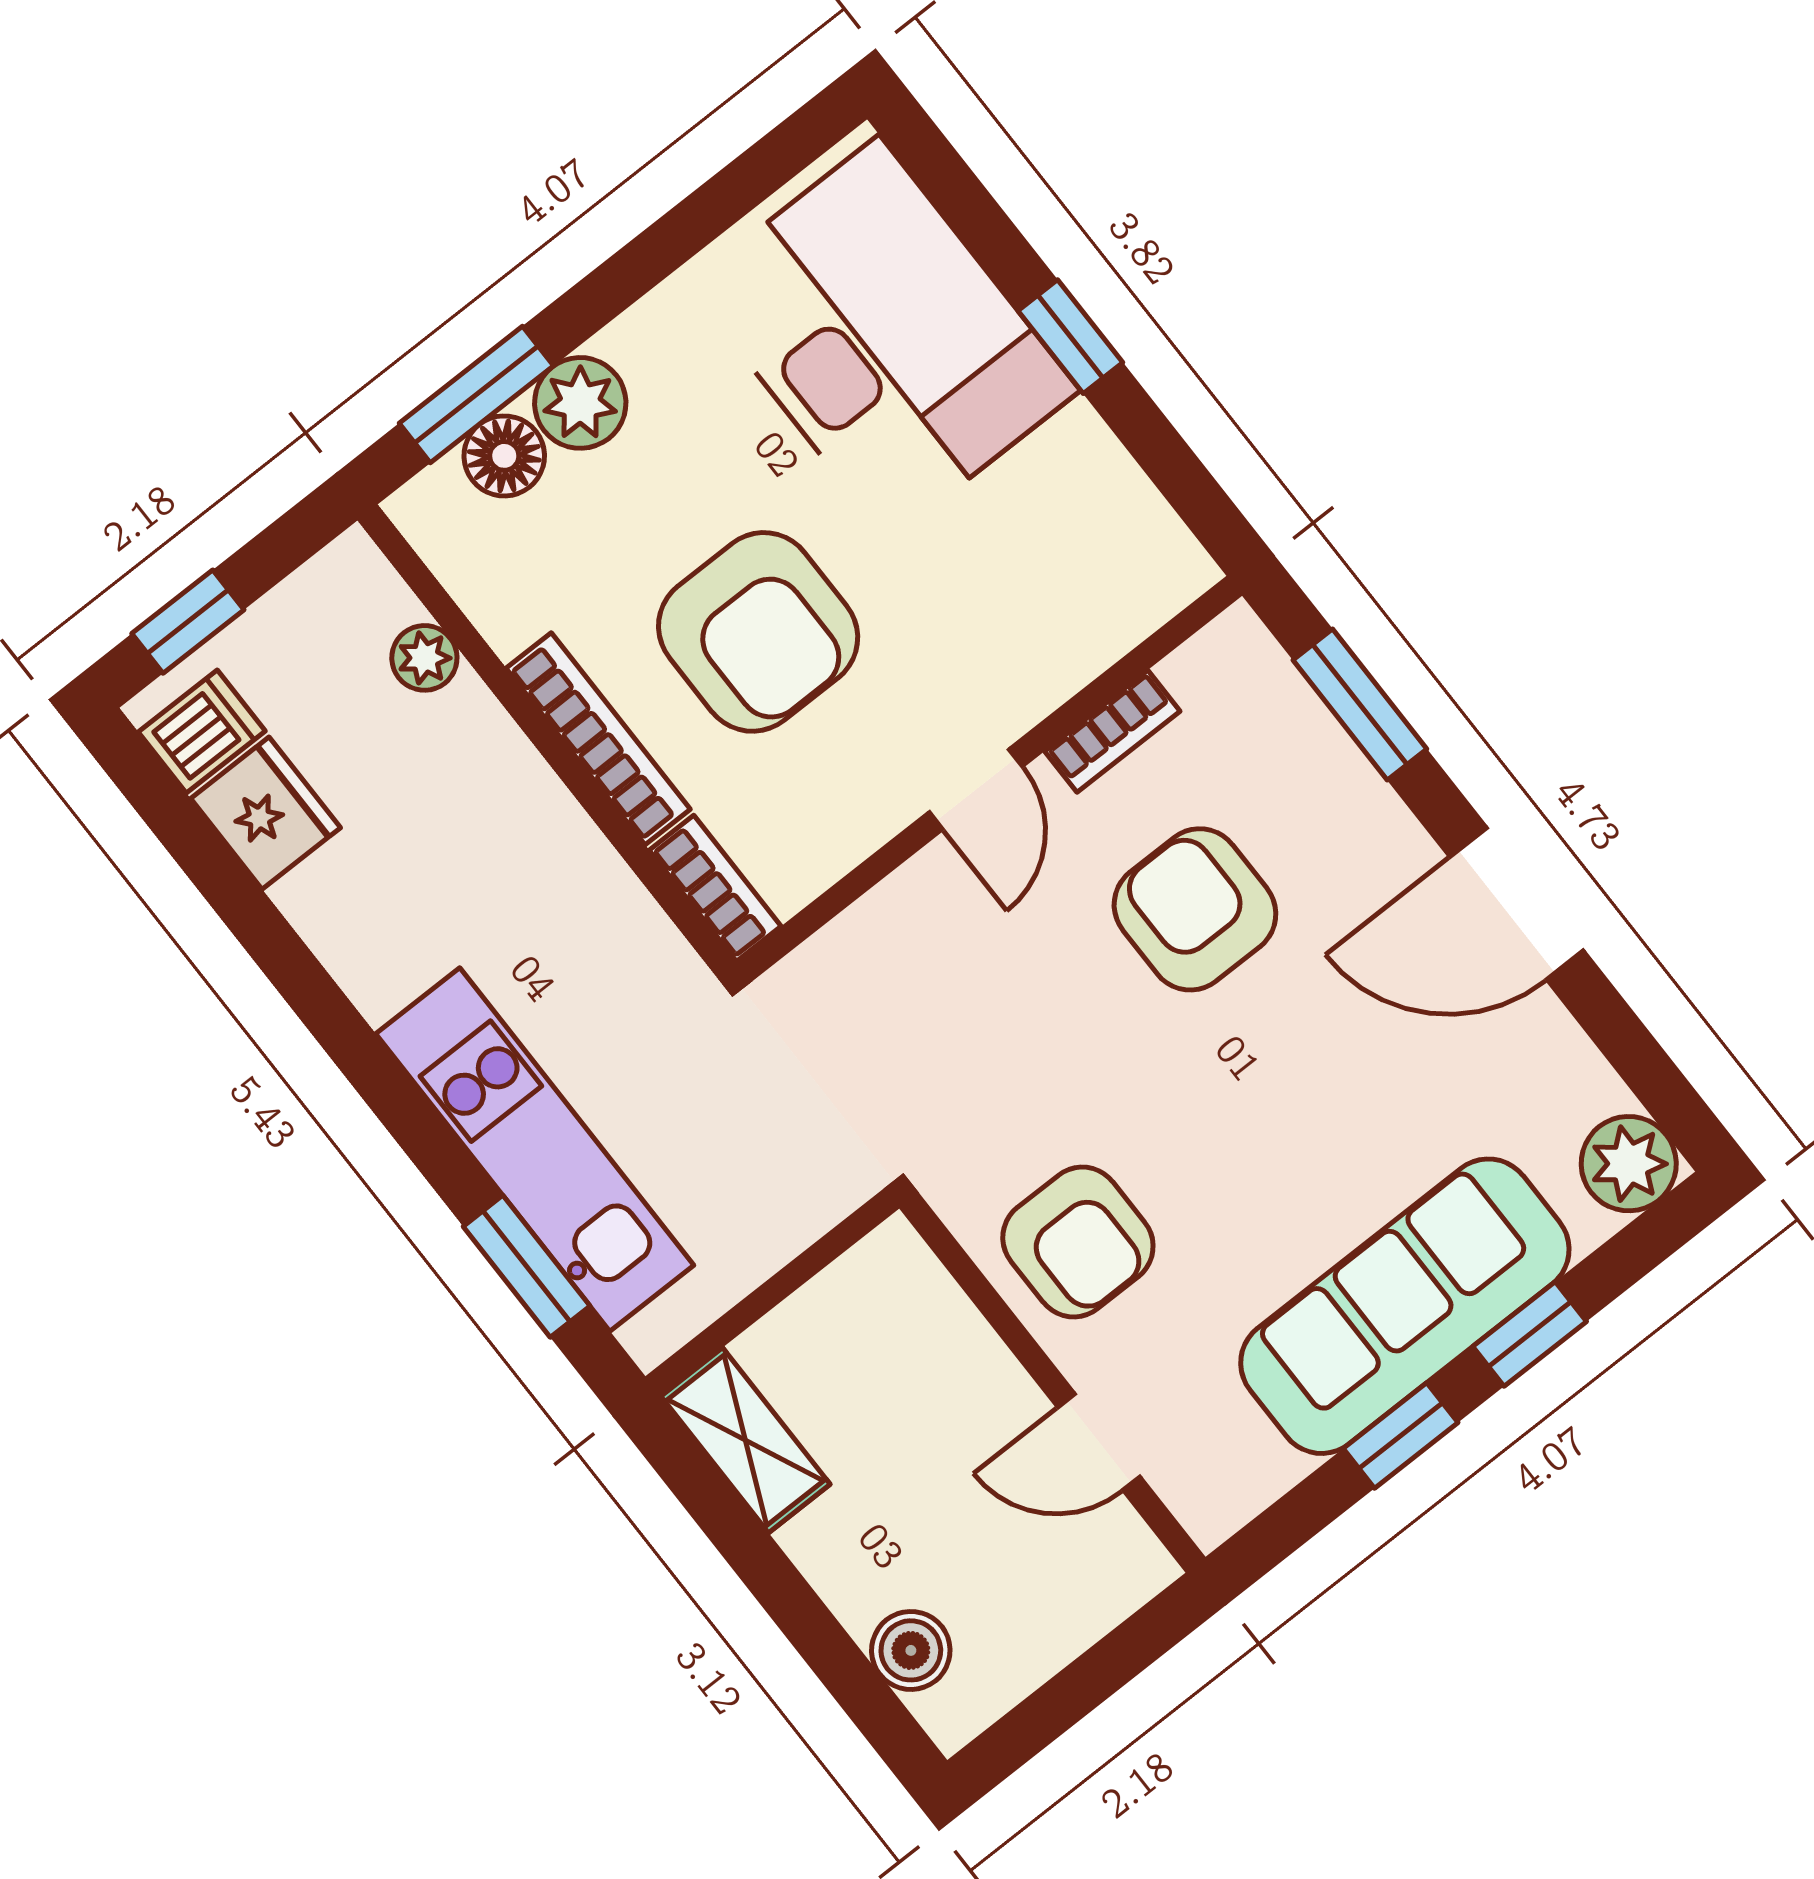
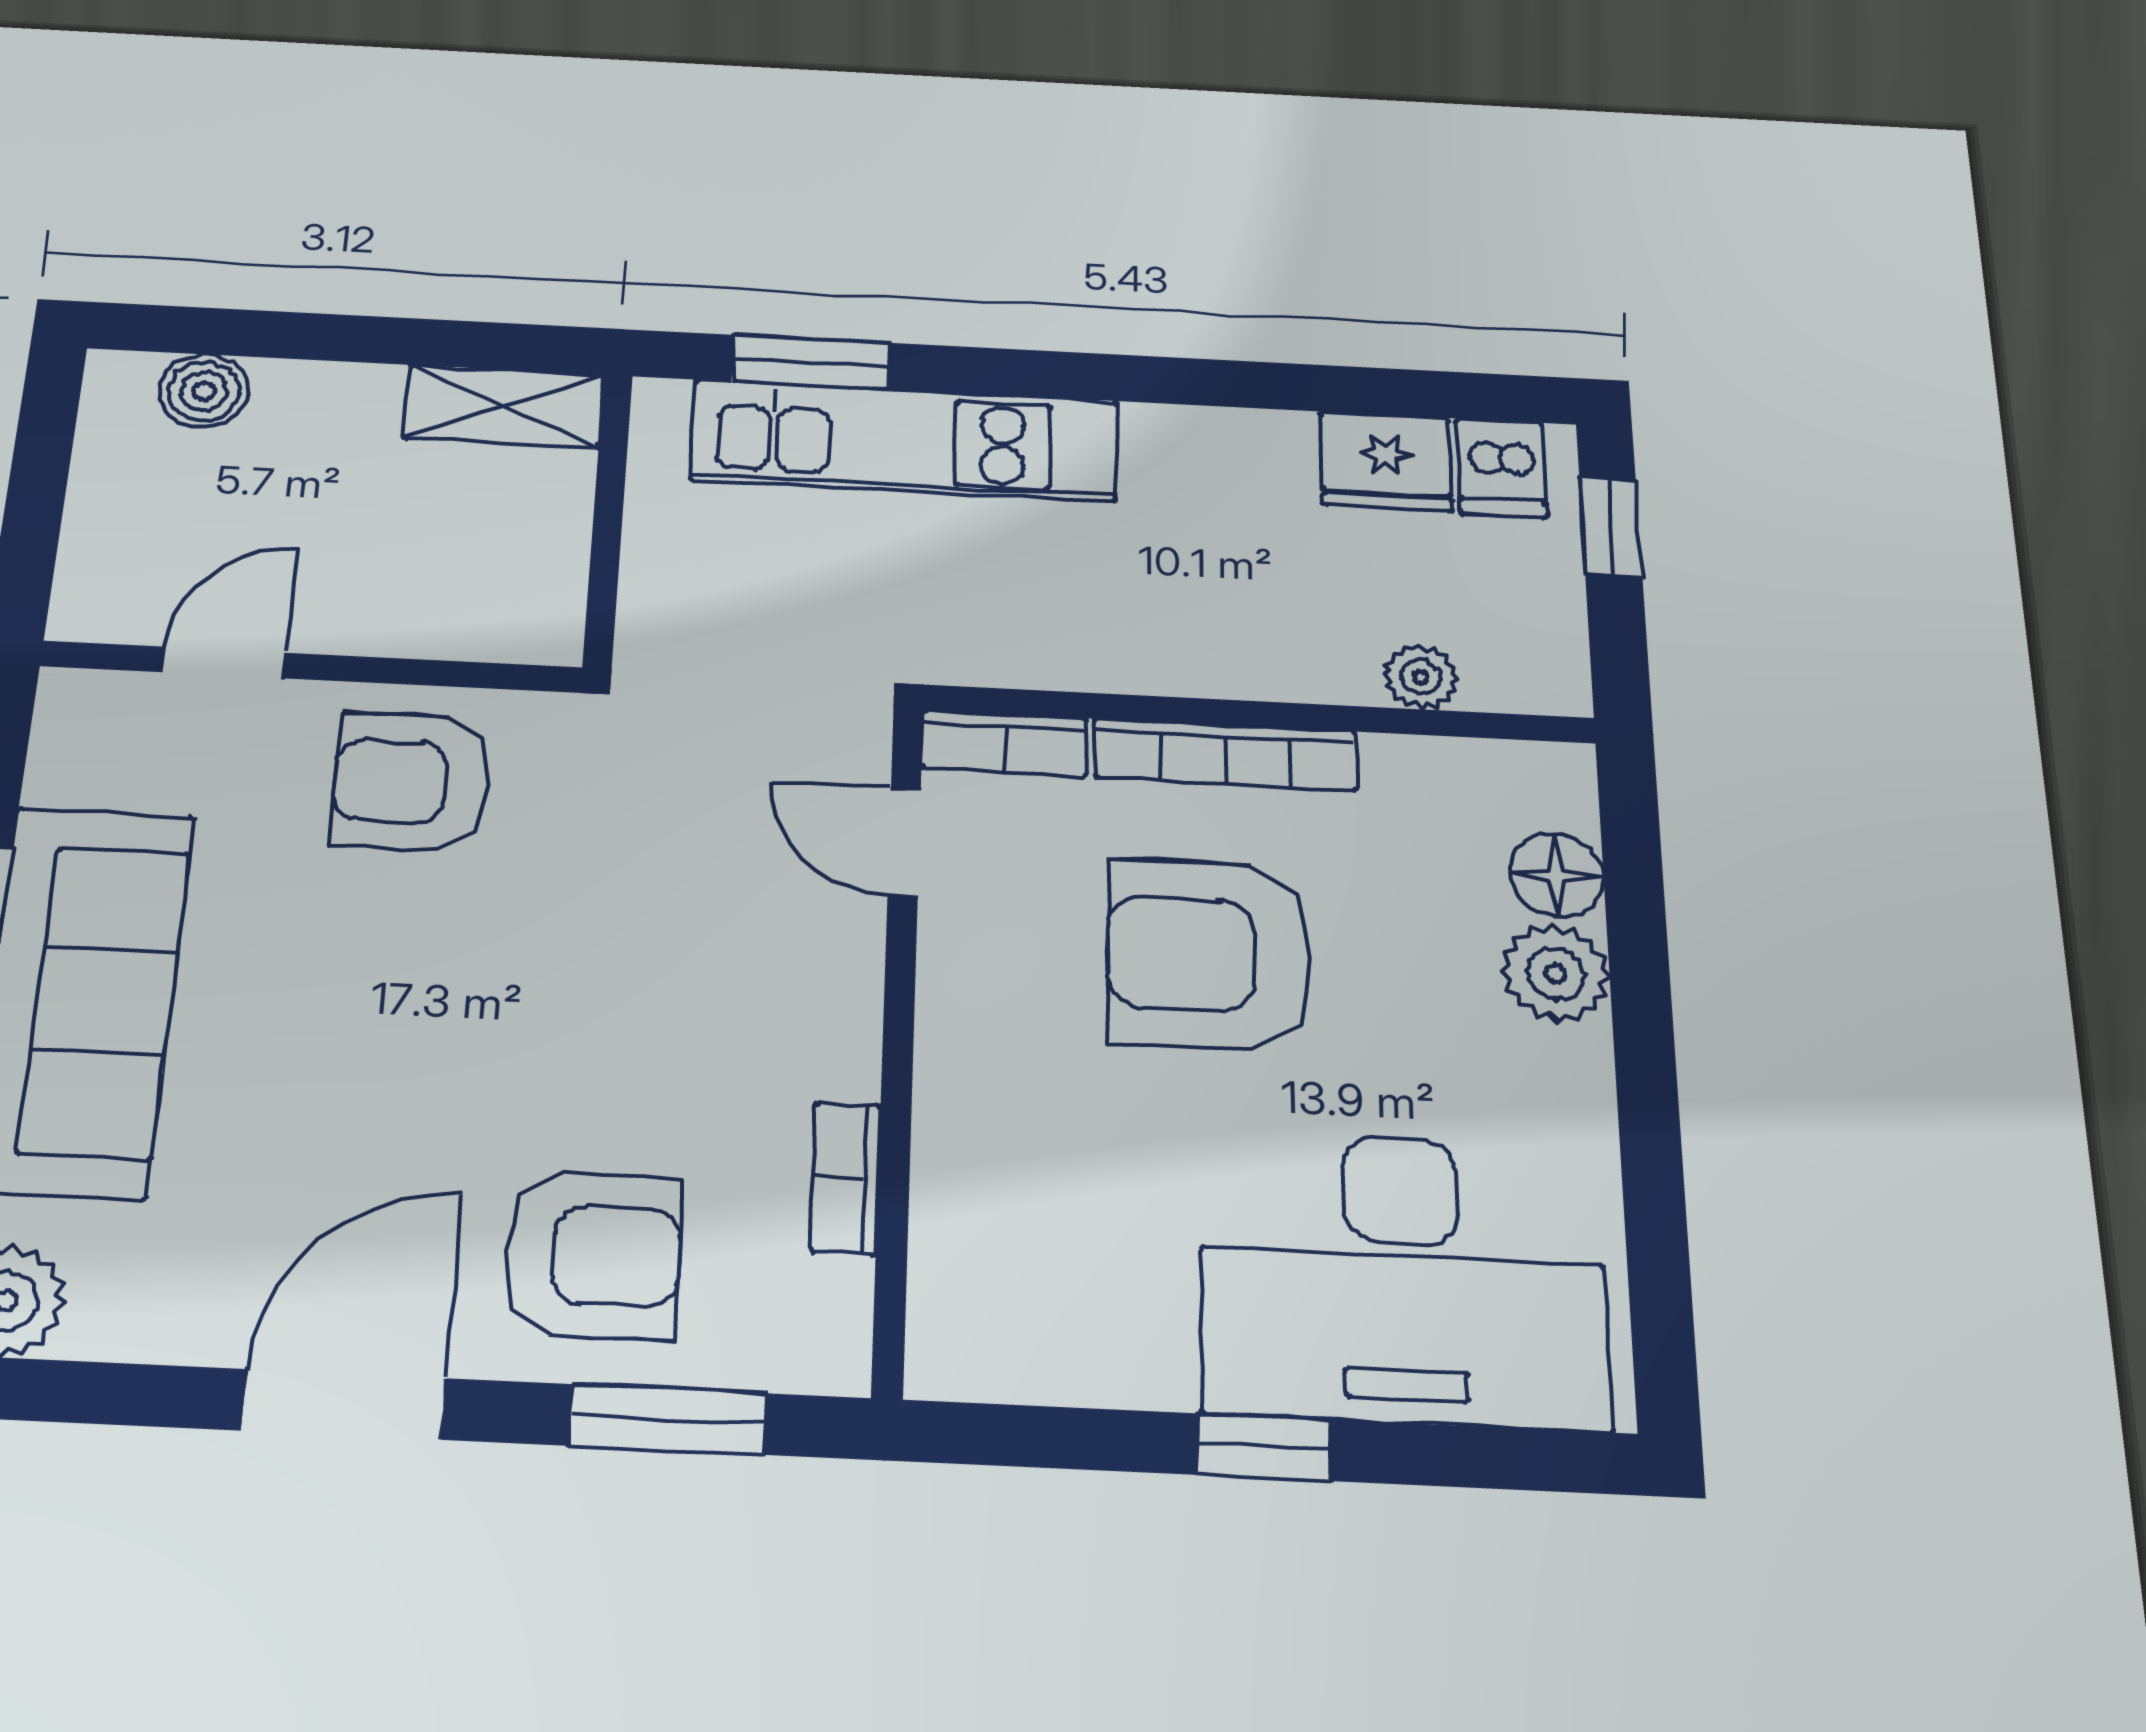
window: (476, 395) -> (1635, 896), removed
door: (976, 789) -> (904, 842), moved
armchair: (1195, 909) -> (592, 1255), moved

